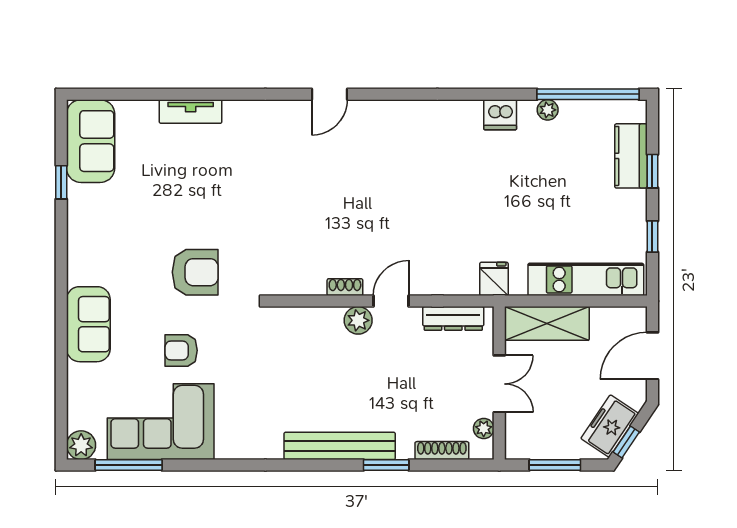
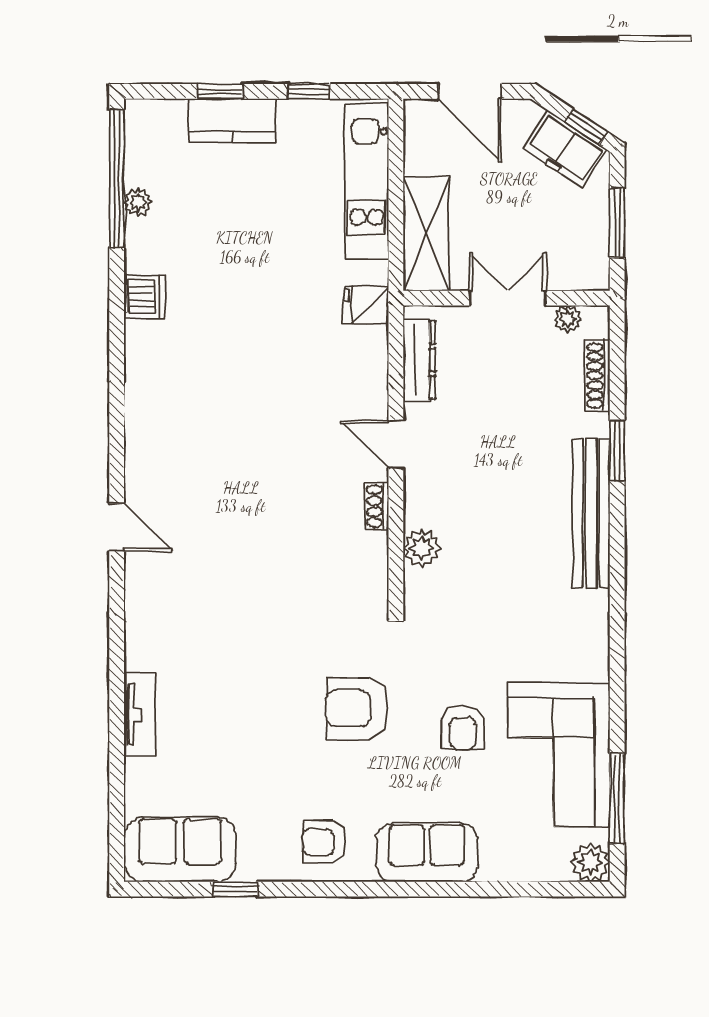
plant: (548, 110) -> (138, 202), moved
kitchen counter: (631, 156) -> (232, 120), moved
armchair: (96, 248) -> (324, 842), added
armchair: (195, 272) -> (357, 708), turned -90
plant: (358, 320) -> (422, 548), moved

